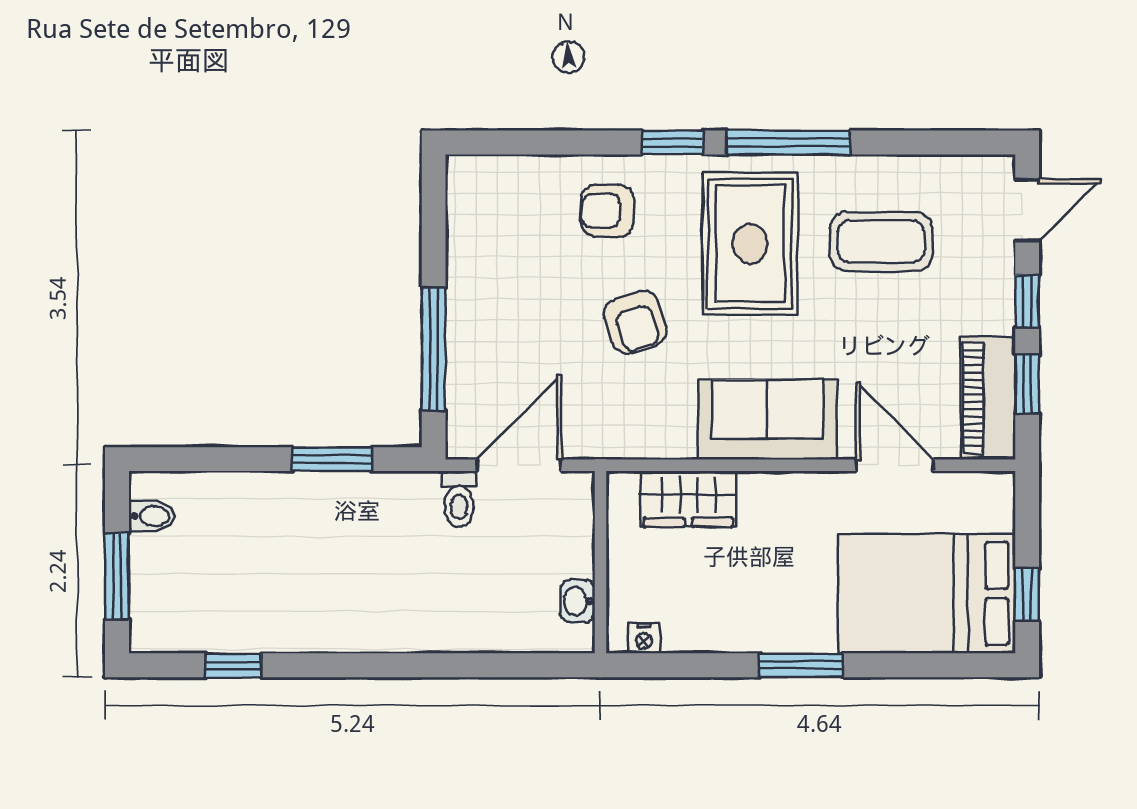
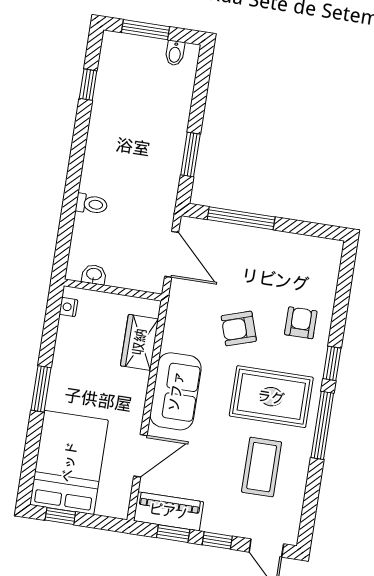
toilet: (459, 499) -> (92, 204), moved, turned 180

